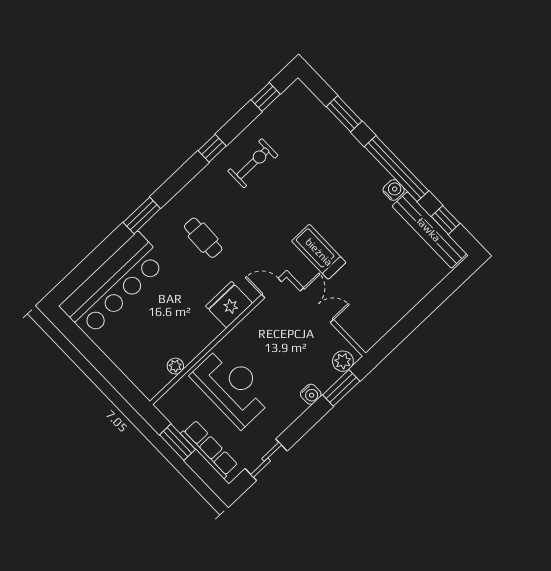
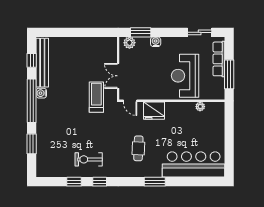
window: (266, 97) -> (74, 182), moved
treadmill: (319, 252) -> (96, 97), turned 180
window: (177, 442) -> (229, 74), width x1.44

